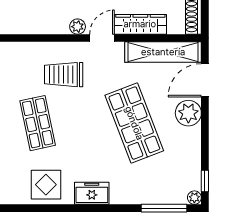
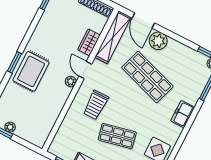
wardrobe: (140, 24) -> (89, 42), width x0.67
shop shelf: (134, 123) -> (147, 77), turned 39
freezer: (92, 193) -> (183, 114), moved

